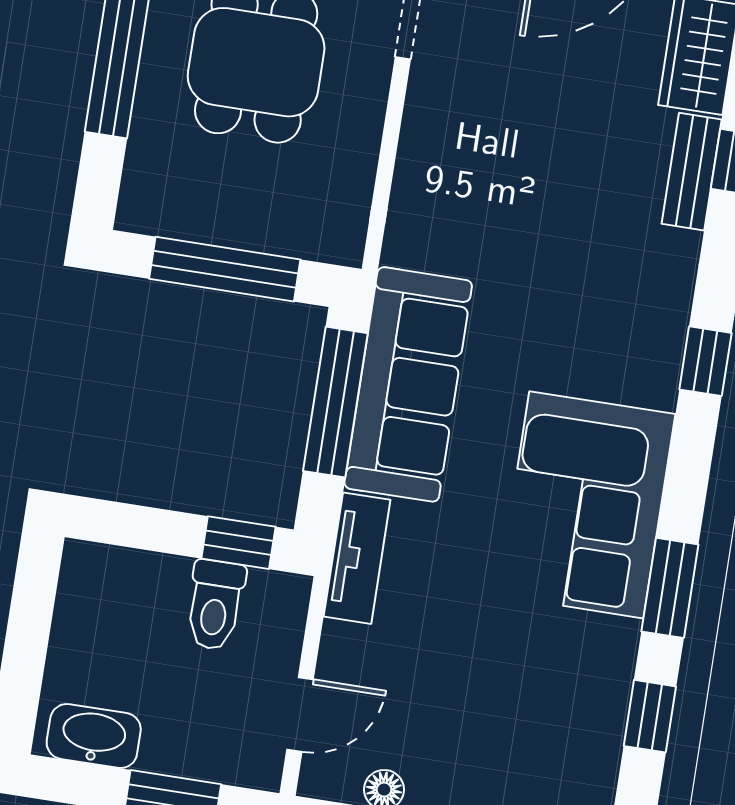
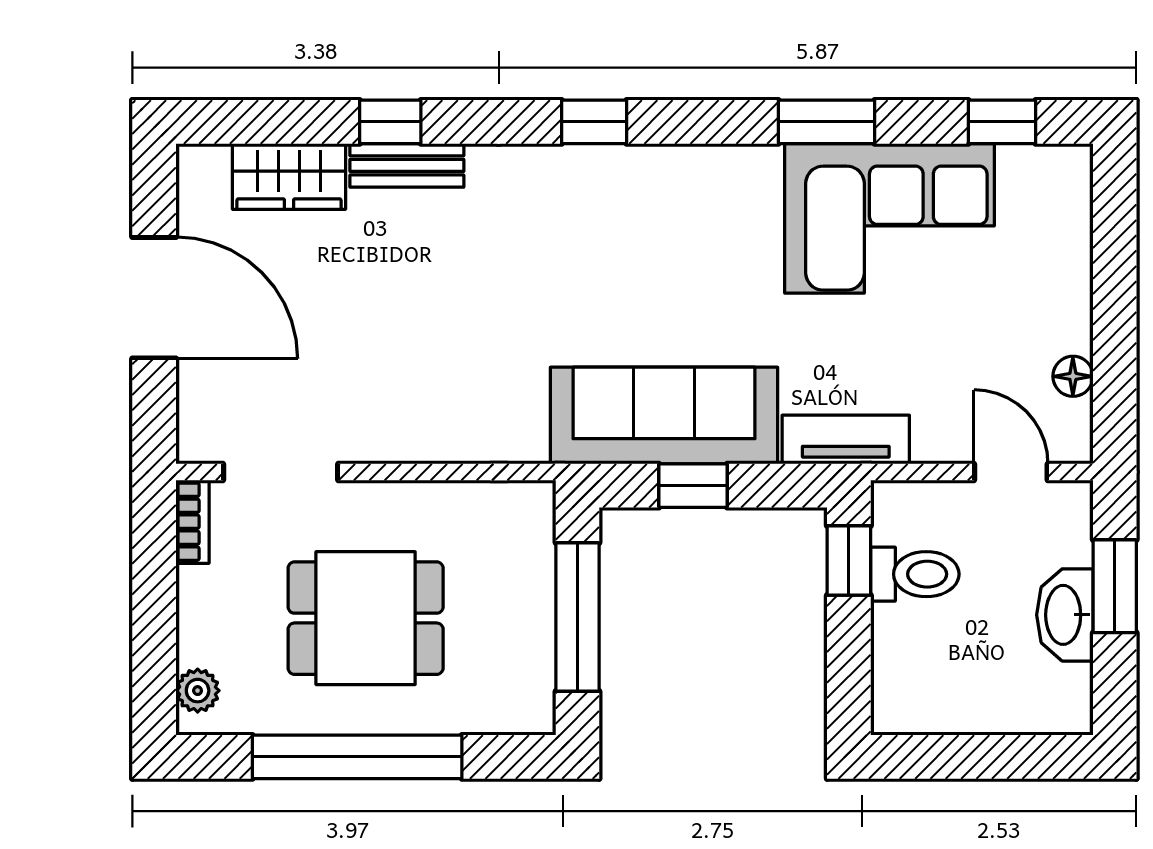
window: (335, 402) -> (693, 486), width x0.46
corner sofa: (586, 505) -> (889, 218), moved
window: (650, 716) -> (1002, 122), moved
washbasin: (94, 736) -> (1065, 615), moved

